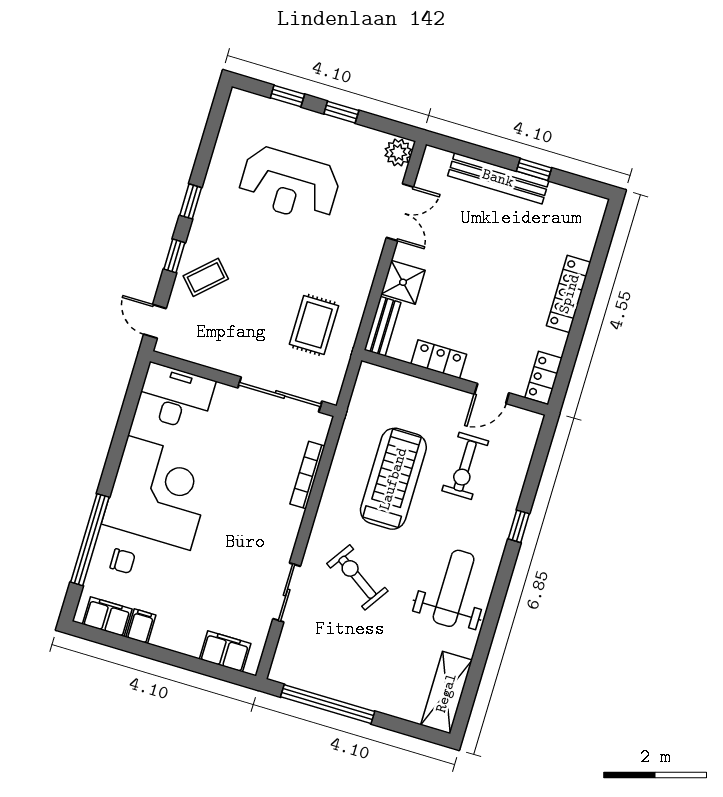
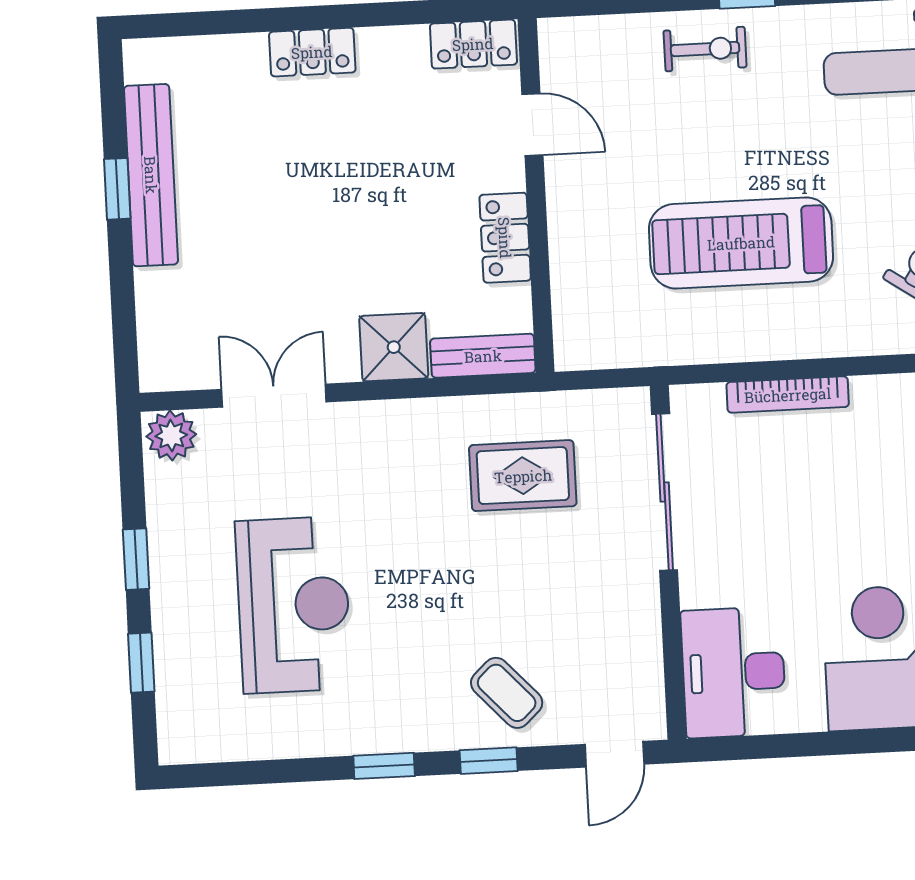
bench: (498, 178) -> (151, 175), moved
locker: (569, 294) -> (312, 52), width x0.66
exercise bike: (465, 466) -> (705, 49), moved, width x0.73, depth x0.72

